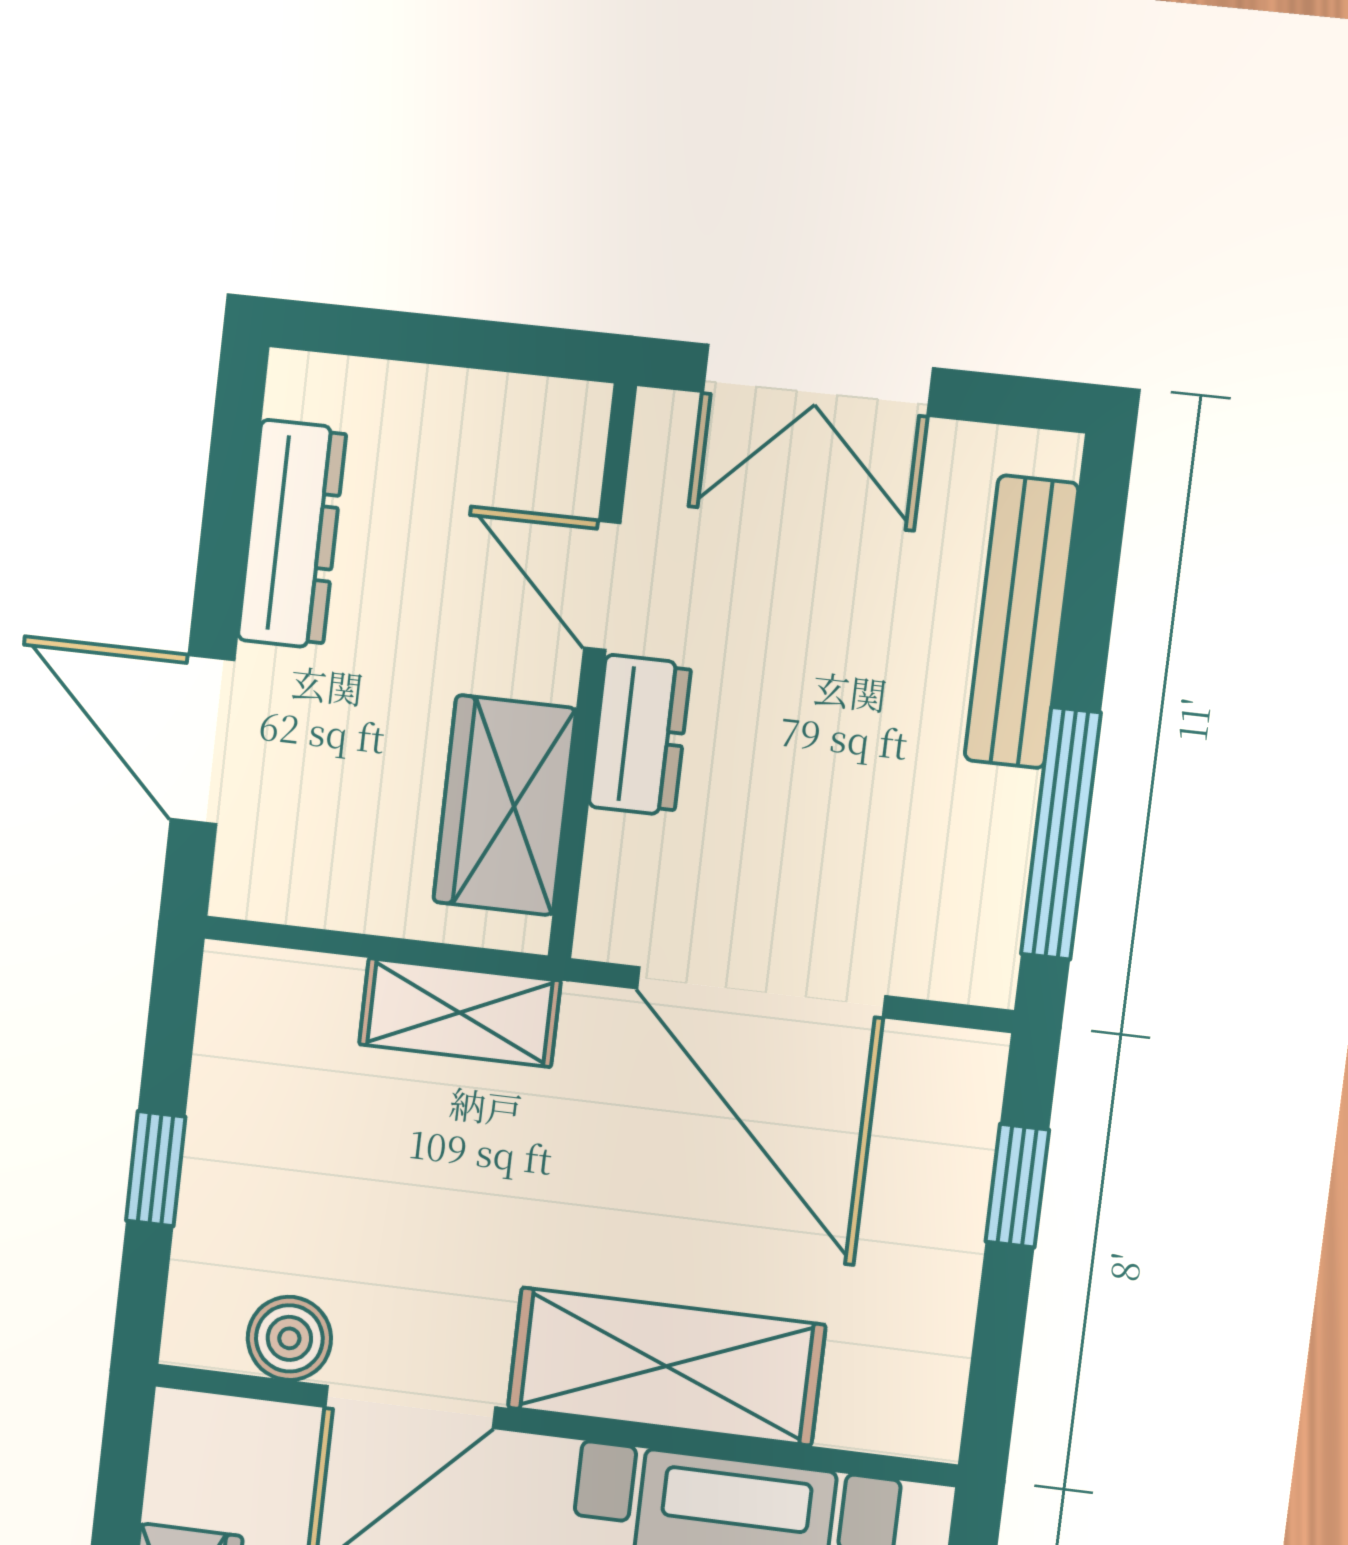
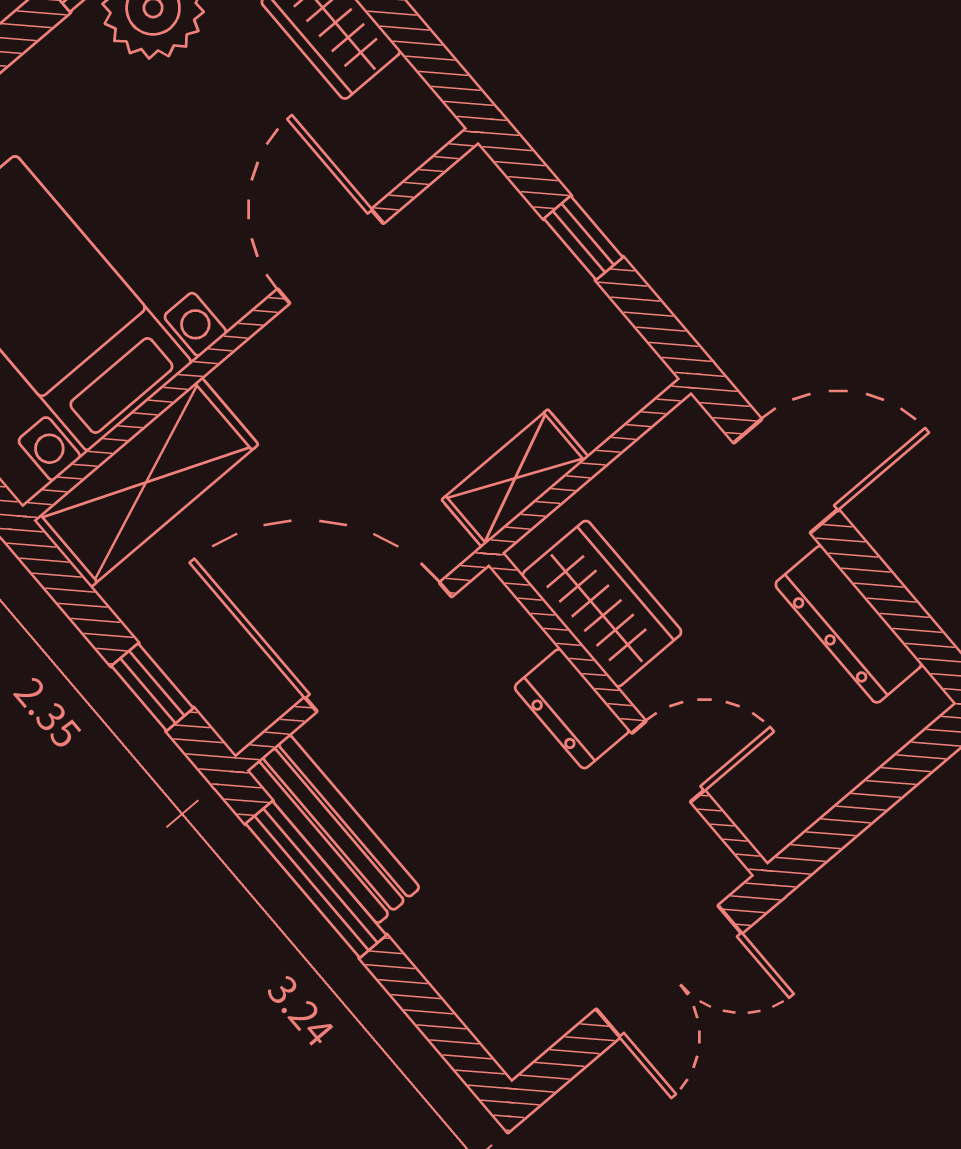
double door: (818, 380) -> (669, 971), swing flipped
bench: (1021, 622) -> (333, 829), moved
boiler: (289, 1338) -> (427, 225), removed
shelving: (666, 1366) -> (146, 482), moved

